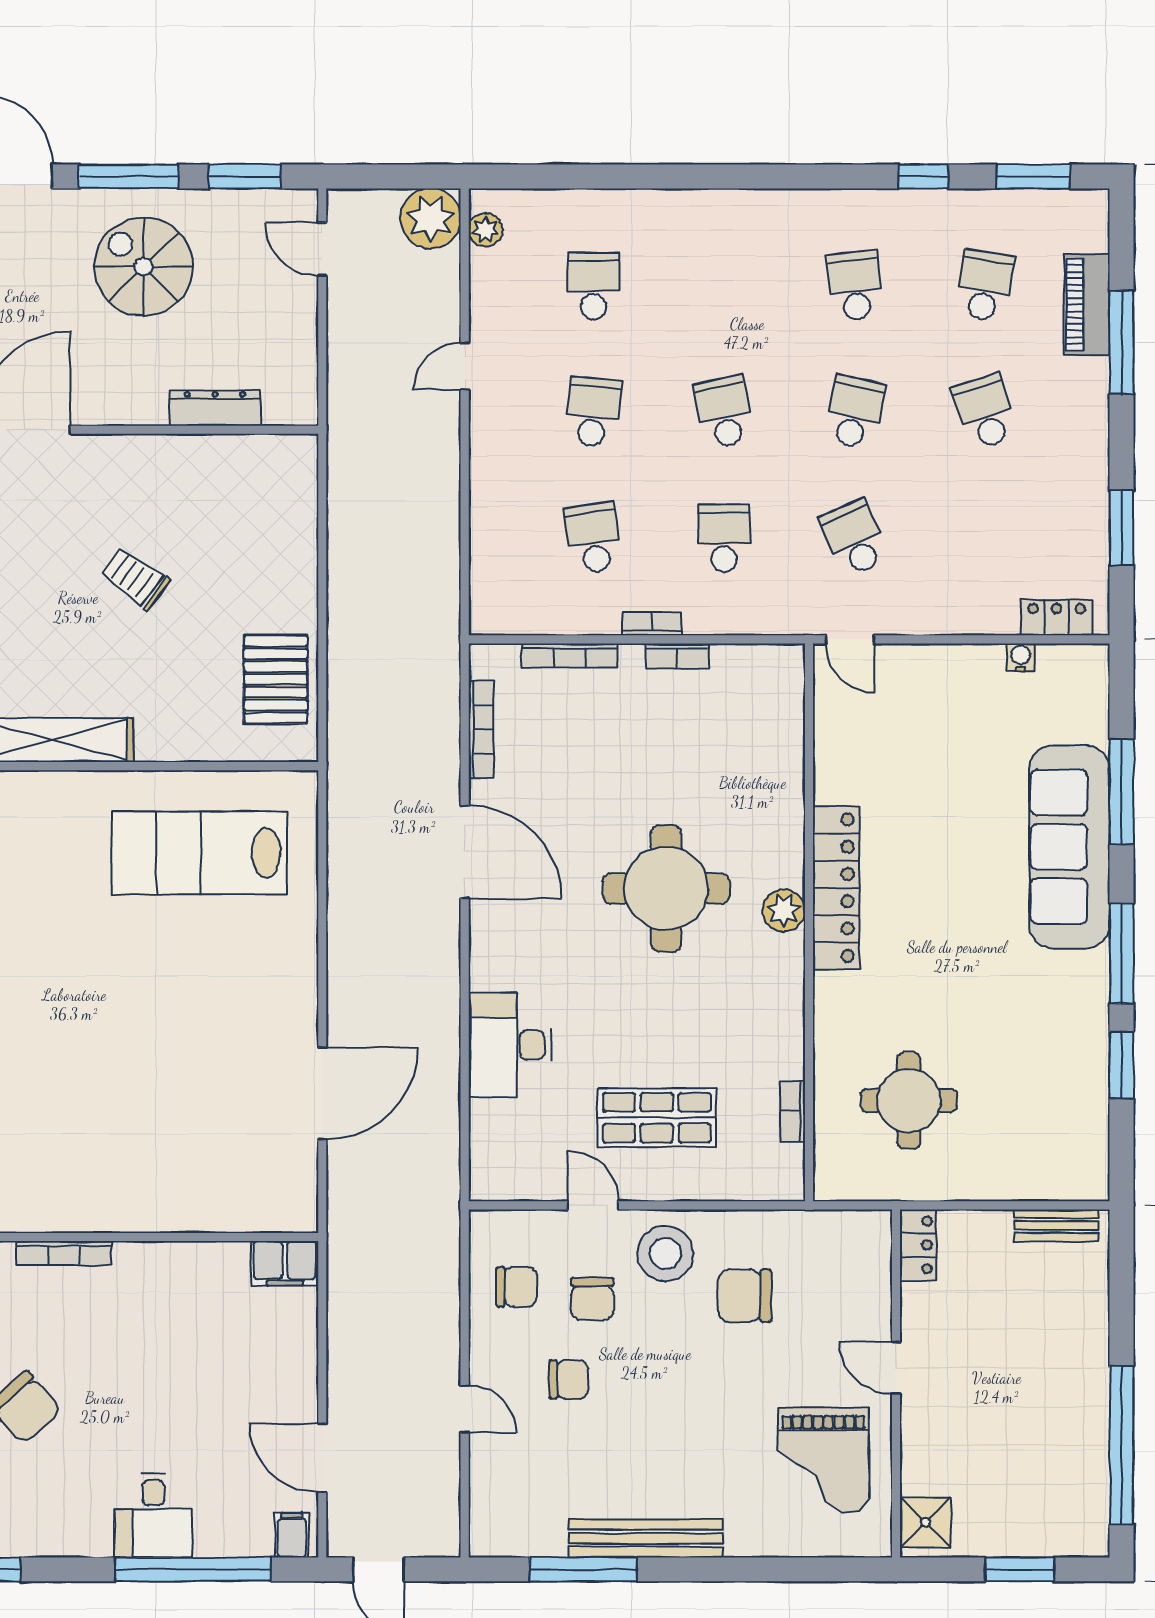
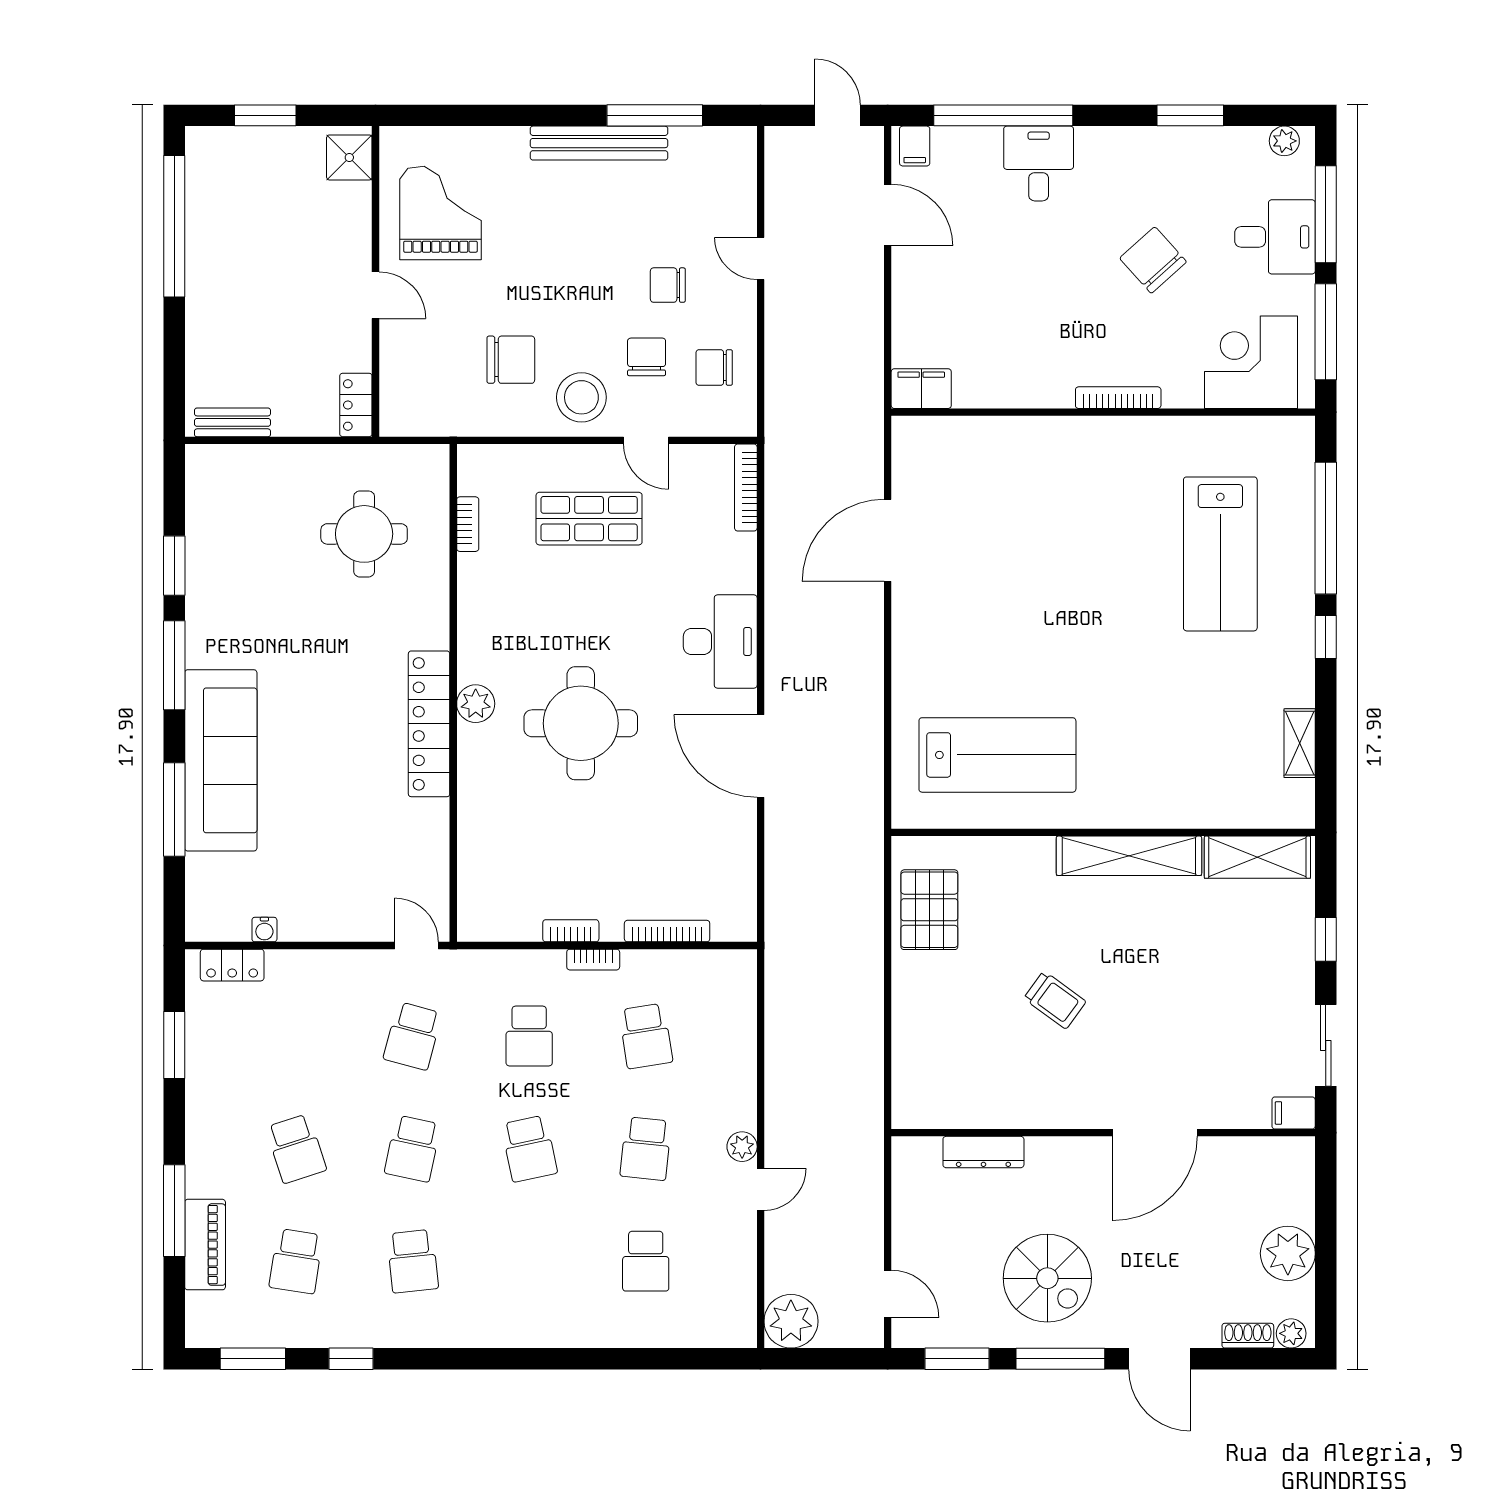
plant: (485, 230) -> (742, 1147), moved
school desk: (854, 538) -> (413, 1036), turned 39
bookcase: (481, 729) -> (746, 488), moved
desk: (510, 1045) -> (720, 641), moved

